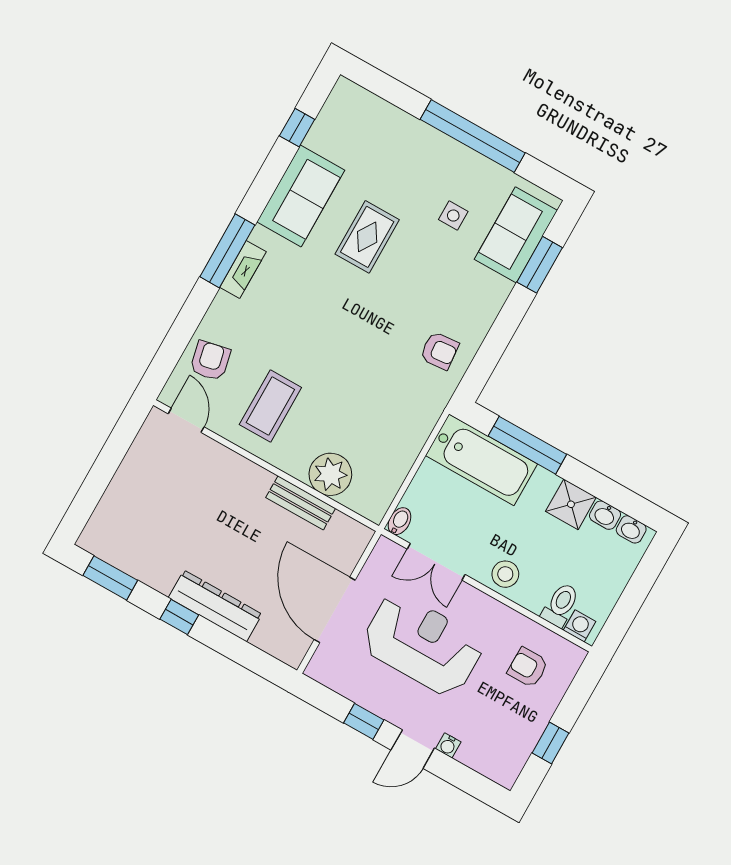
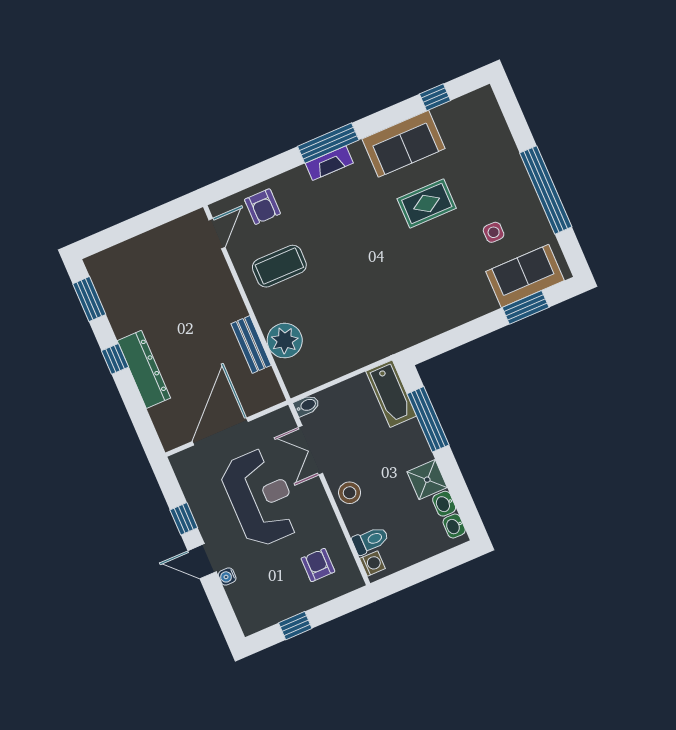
armchair: (439, 351) -> (417, 314), removed
armchair: (210, 361) -> (262, 207), turned 102
bathtub: (481, 460) -> (391, 394), width x0.73, depth x0.73

